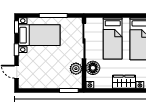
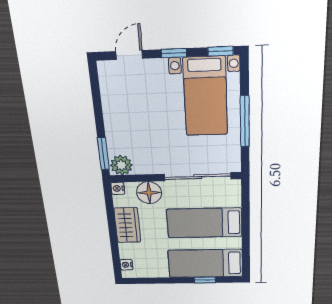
plant: (76, 69) -> (121, 165), moved
wardrobe: (124, 82) -> (127, 225), moved

